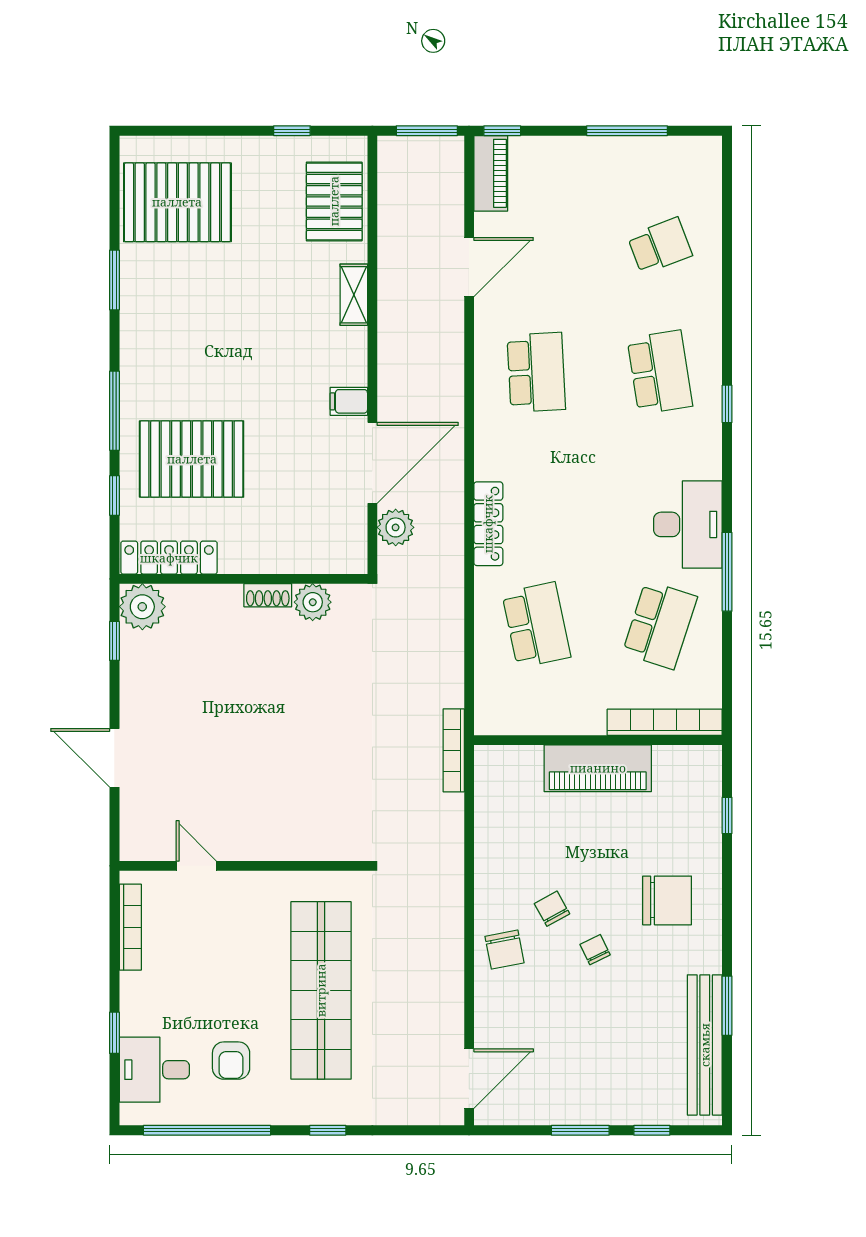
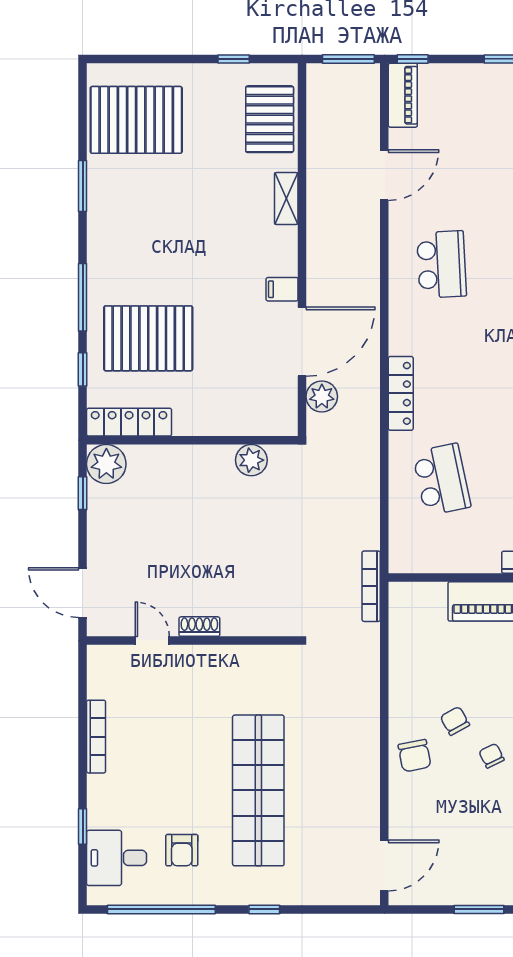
shoe rack: (268, 595) -> (199, 627), moved, turned 180
door: (196, 866) -> (152, 641), moved
wall: (243, 866) -> (192, 641), moved

